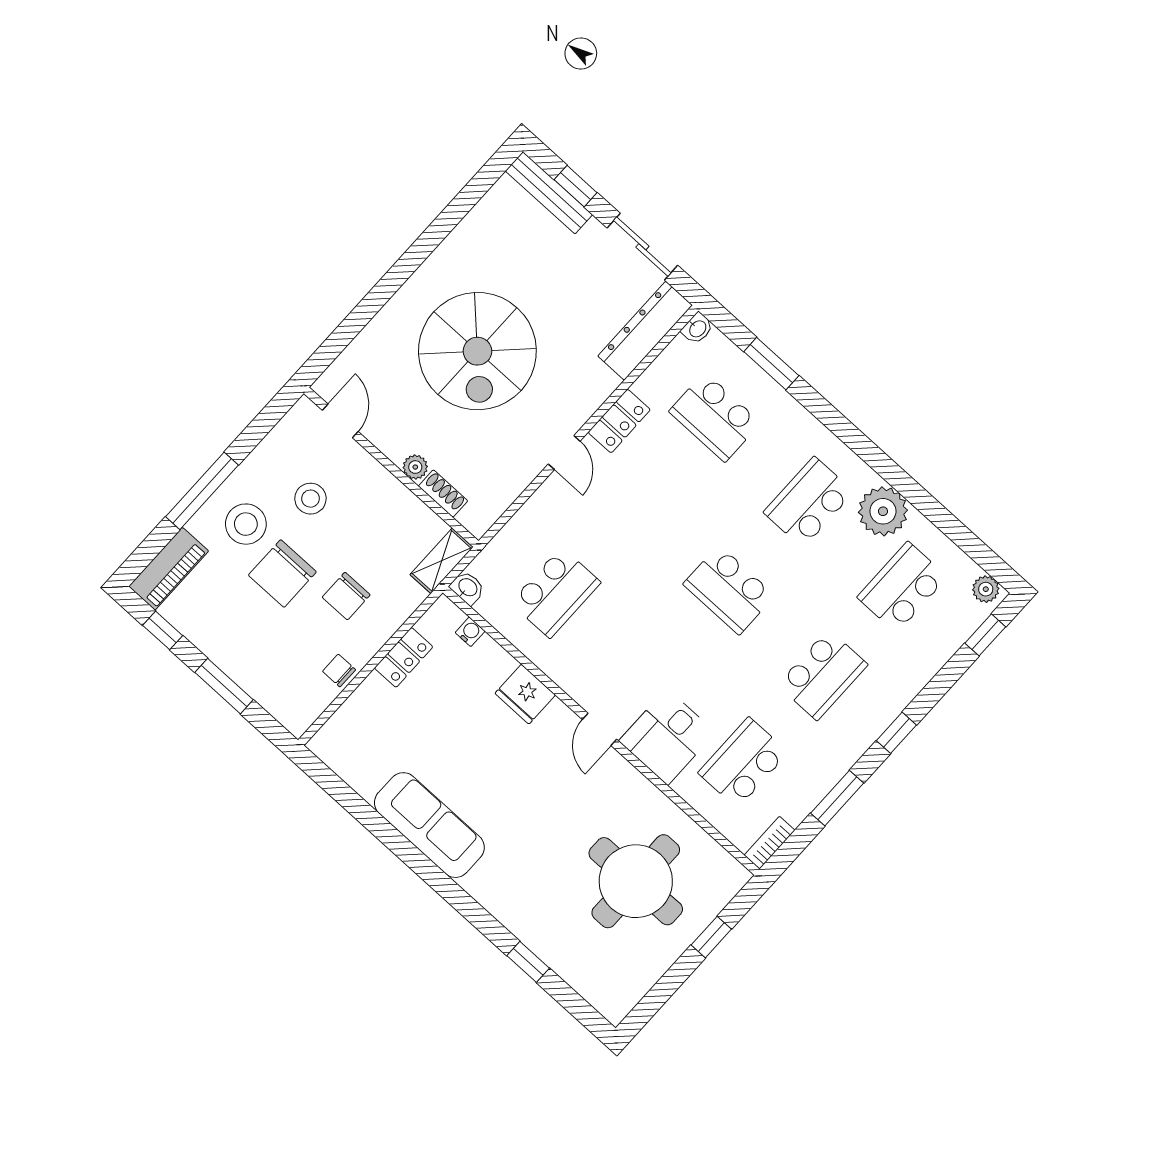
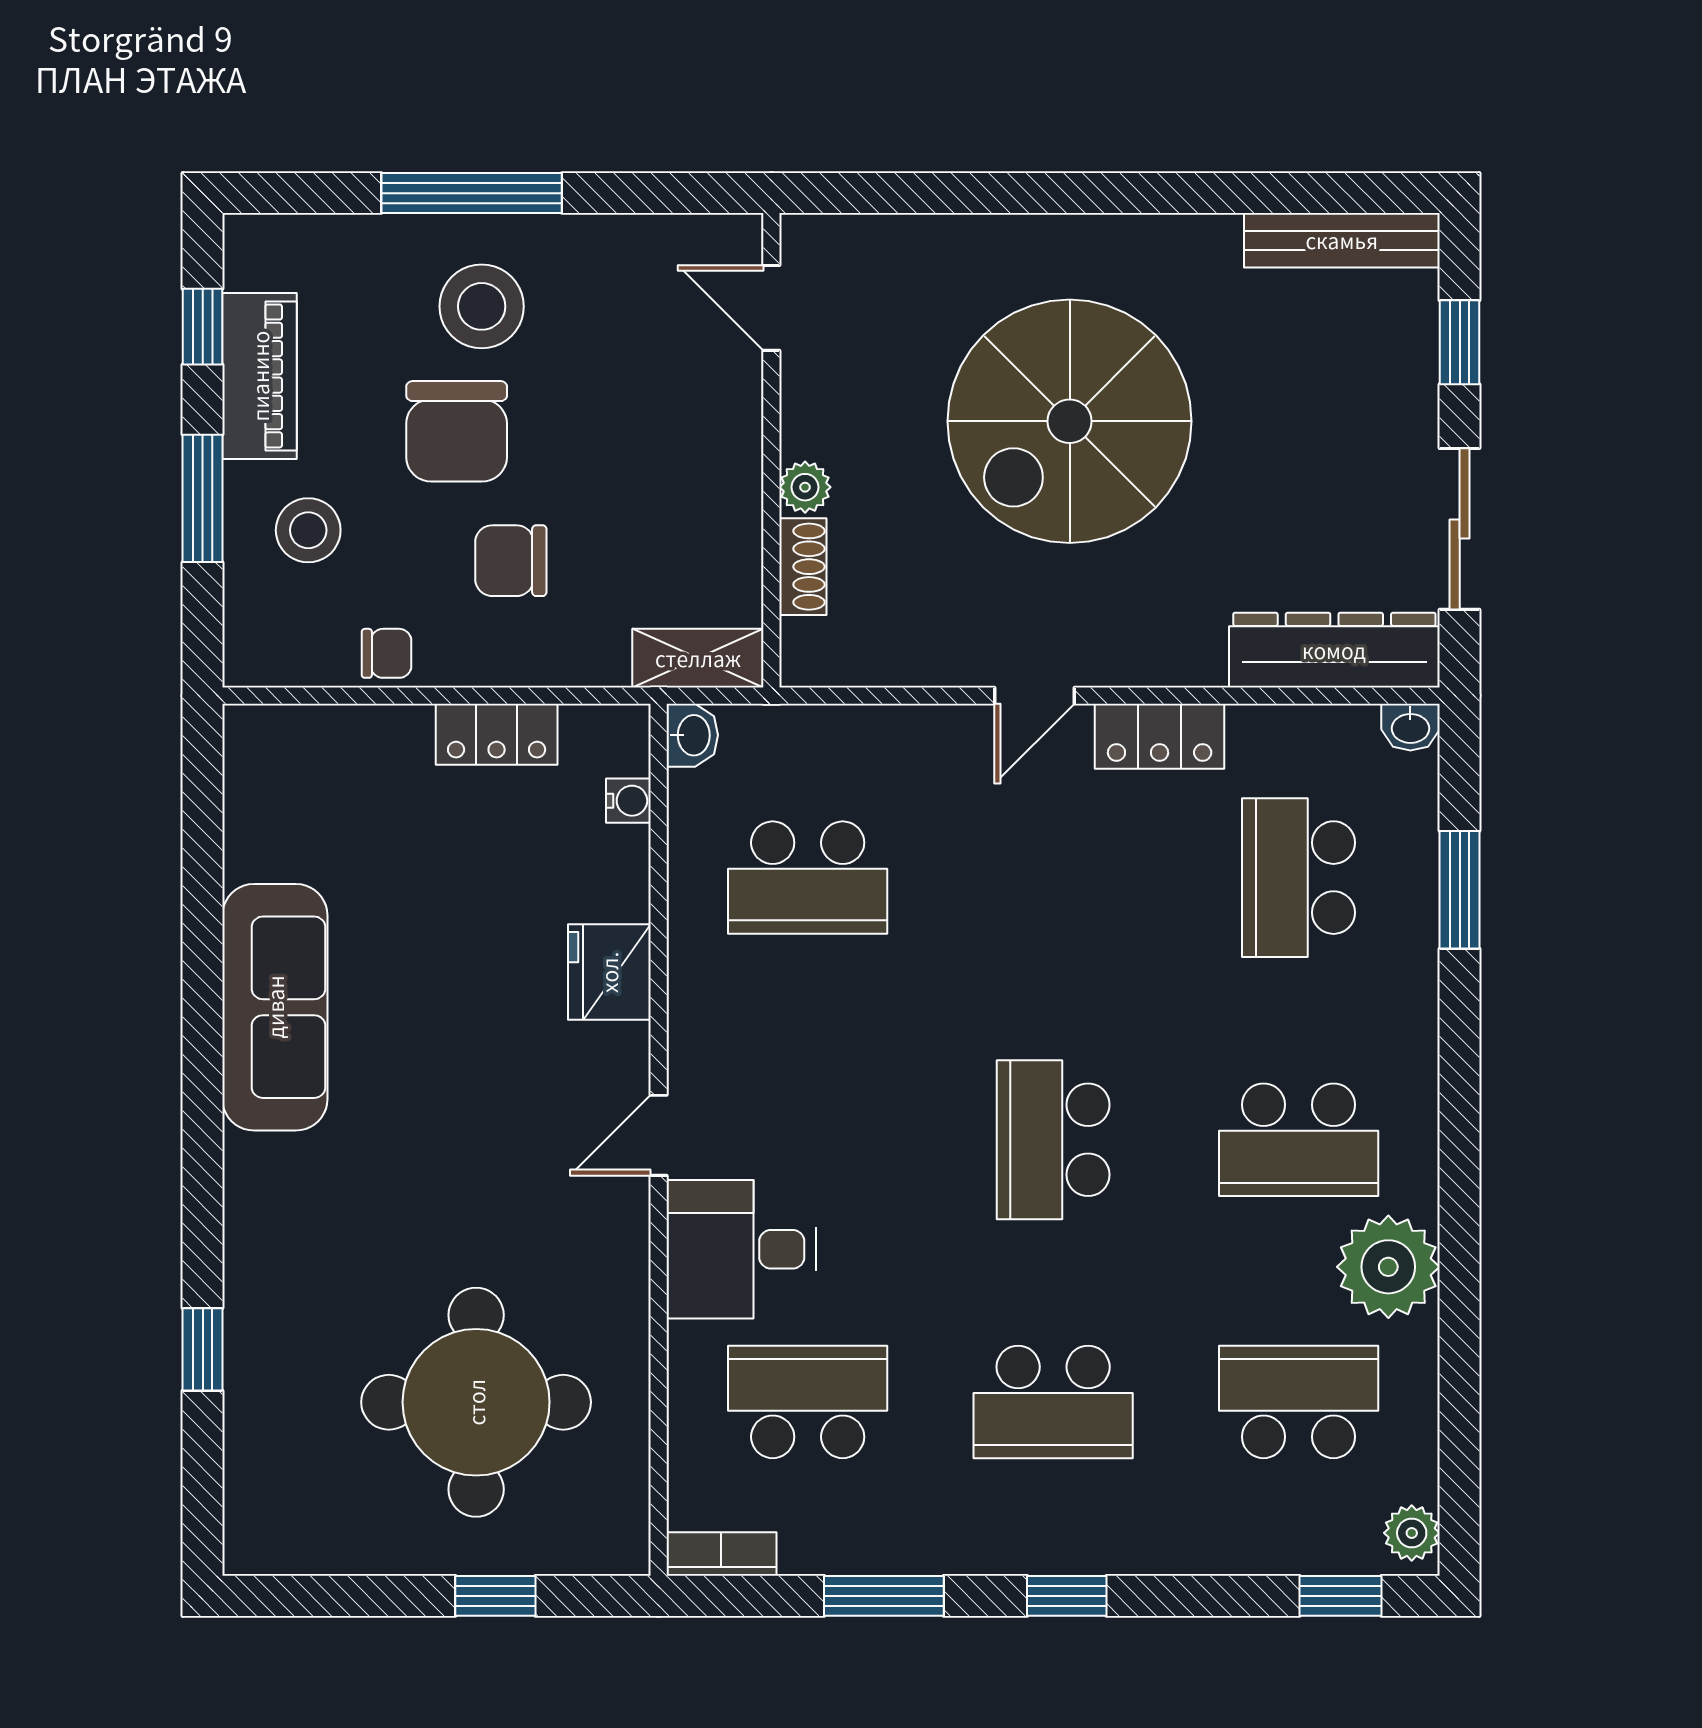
bench: (549, 193) -> (1342, 240), moved, turned 90
door: (340, 421) -> (771, 308), swing flipped
stool: (310, 499) -> (308, 530), moved
school desk: (809, 502) -> (1299, 1140), turned 180
piano: (169, 569) -> (260, 376), moved, turned -90
chair: (282, 573) -> (457, 431), turned -90
chair: (339, 670) -> (387, 653), turned 90

